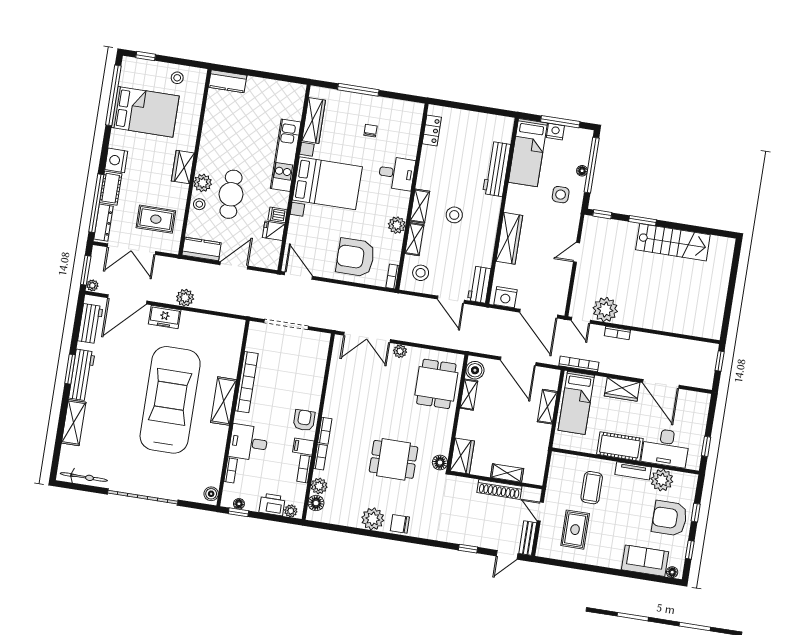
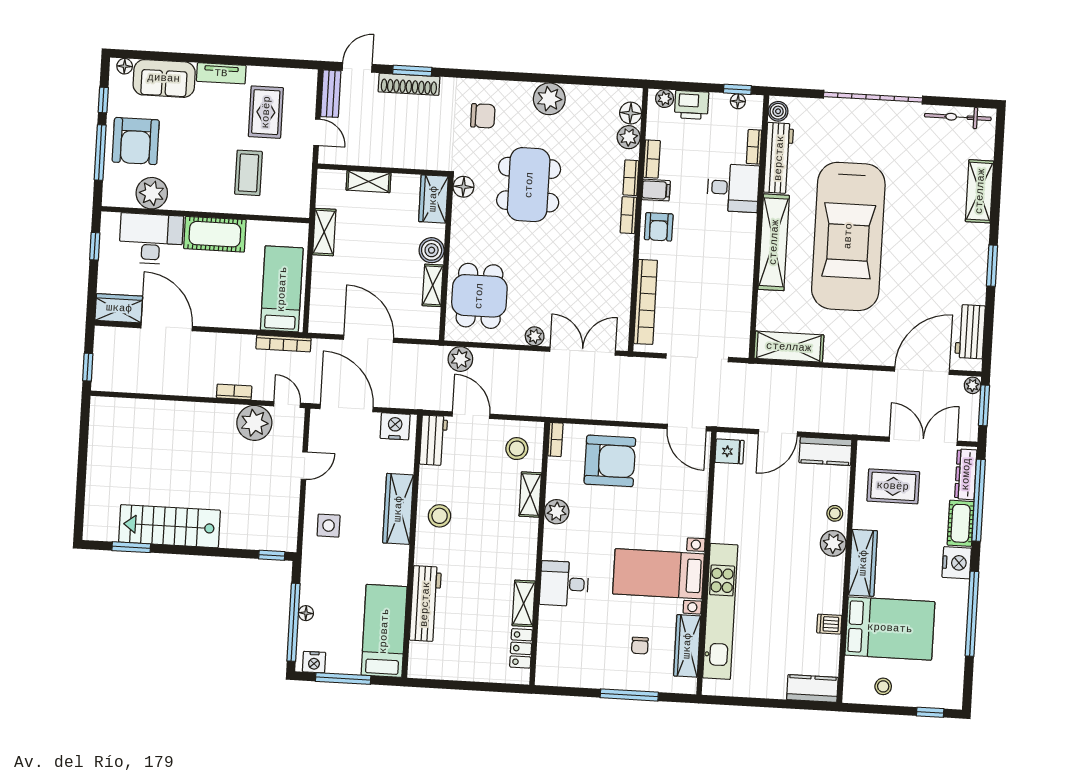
window: (113, 95) -> (972, 614), moved
bed: (145, 112) -> (890, 628), moved, turned 180
chair: (370, 131) -> (640, 646), moved
nightstand: (555, 132) -> (314, 662), moved
kitchen unit: (286, 155) -> (720, 611), width x1.36
wardrobe: (183, 167) -> (863, 563), width x1.50
bed with nightstands: (327, 183) -> (658, 574), width x0.73
cafe table: (231, 194) -> (792, 532), removed
side table: (561, 195) -> (329, 526), moved
shelving: (420, 206) -> (524, 603), moved
dishwasher: (278, 215) -> (829, 624), moved, turned 180
stool: (454, 215) -> (440, 516), moved
window: (642, 221) -> (131, 547), moved
fridge: (274, 231) -> (730, 451), moved
door: (577, 252) -> (304, 466), moved
plant: (185, 298) -> (460, 359), moved
freezer: (165, 317) -> (867, 351), removed
shelving: (220, 326) -> (789, 347), added
boiler: (475, 370) -> (432, 250), moved
workbench: (82, 375) -> (779, 158), moved, turned 180
bookcase: (247, 382) -> (646, 302), moved, turned 180
wardrobe: (622, 389) -> (119, 308), moved
shelving: (223, 401) -> (774, 242), width x1.47
shelving: (547, 407) -> (324, 232), moved
dining table: (394, 459) -> (529, 185), width x1.38
tv unit: (633, 471) -> (221, 73), moved, turned 180
shoe rack: (499, 489) -> (409, 84), moved, turned 180
window: (696, 513) -> (100, 153), width x2.17
armchair: (670, 518) -> (136, 141), turned 90
chair: (400, 524) -> (483, 116), moved
window: (468, 549) -> (412, 71), width x1.50

